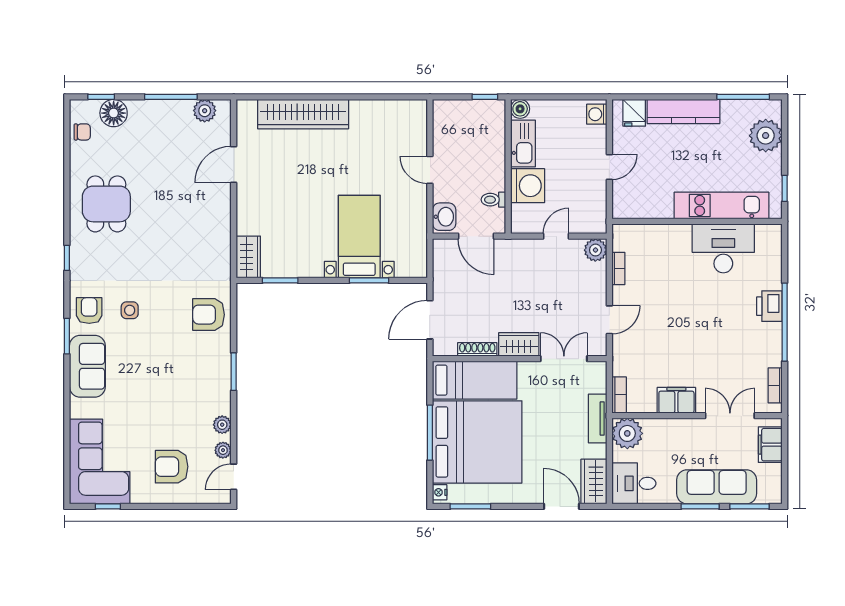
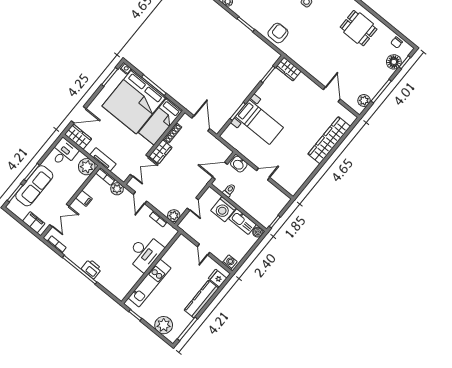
desk: (723, 248) -> (145, 253), moved
plant: (623, 364) -> (117, 189), added
filing cabinet: (676, 400) -> (84, 198), width x0.50

